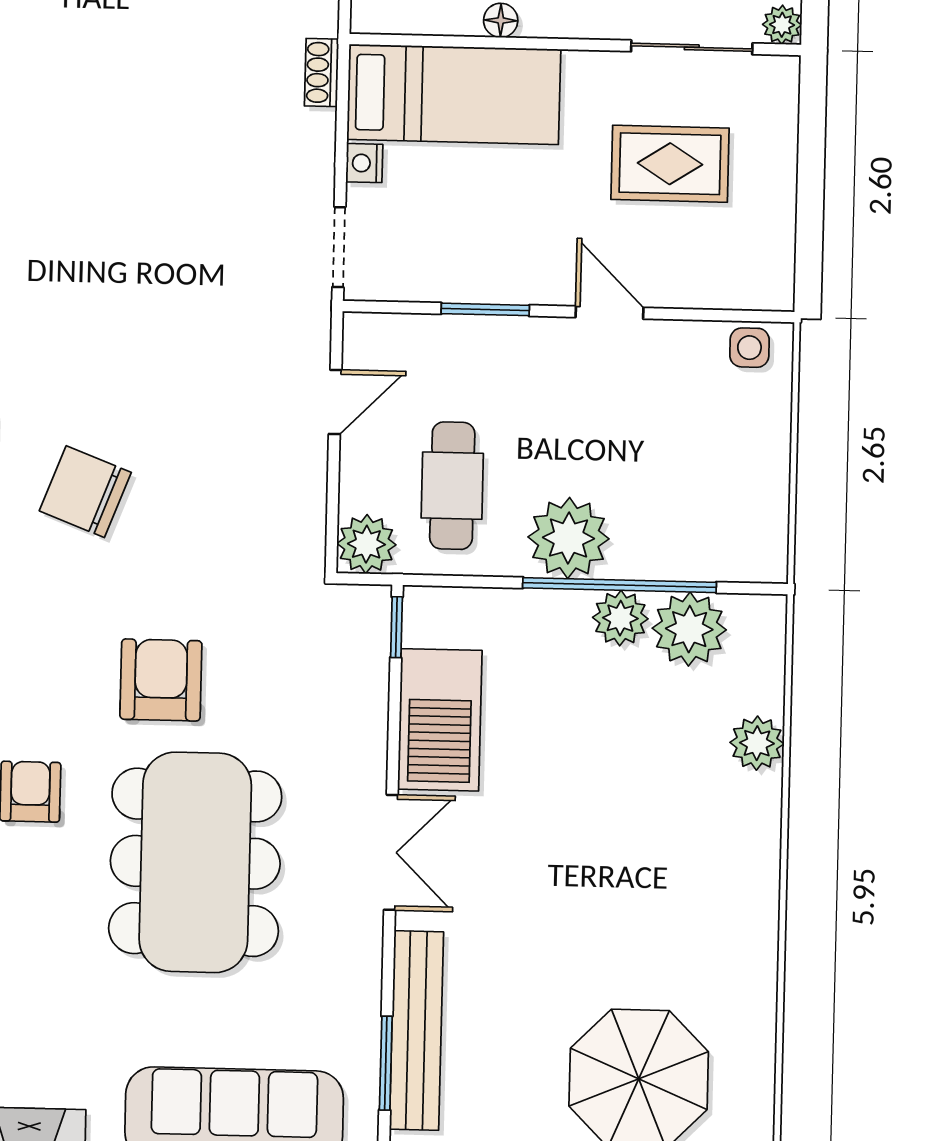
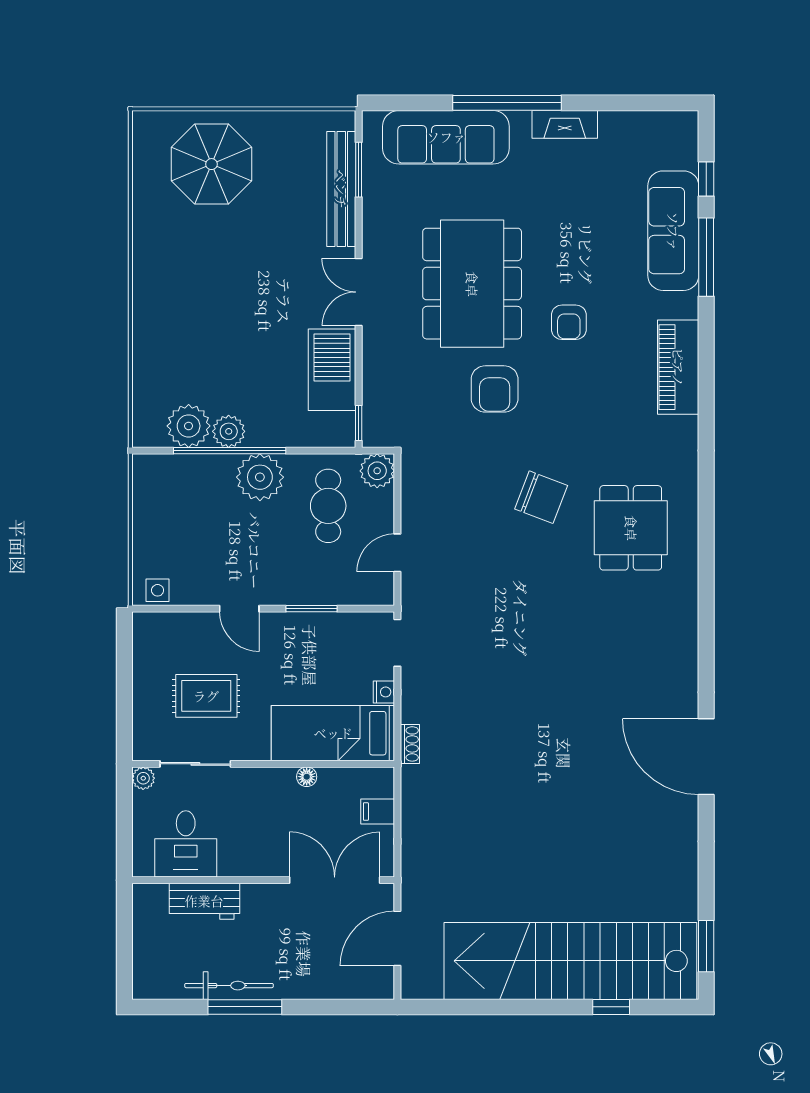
plant: (757, 743) -> (148, 361), removed

